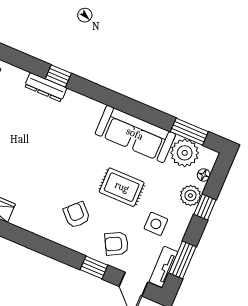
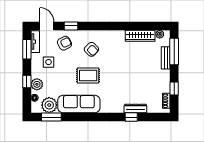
rug: (122, 187) -> (88, 75), moved

